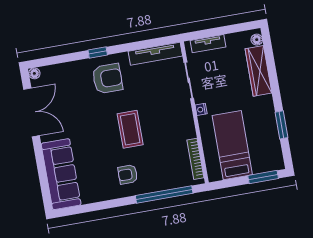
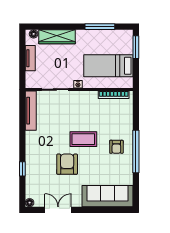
tv unit: (208, 44) -> (30, 58), moved
window: (98, 53) -> (22, 169), moved
armchair: (107, 79) -> (67, 164), moved
double door: (32, 112) -> (58, 210), width x0.73
window: (282, 125) -> (100, 27), width x1.44
window: (164, 194) -> (136, 151), moved

